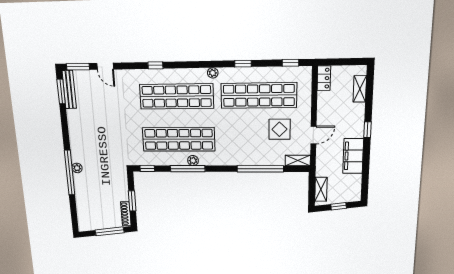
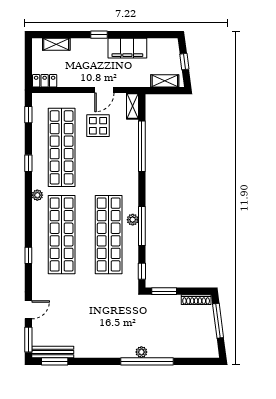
door: (314, 135) -> (104, 90), swing flipped
window: (132, 201) -> (164, 291), moved

